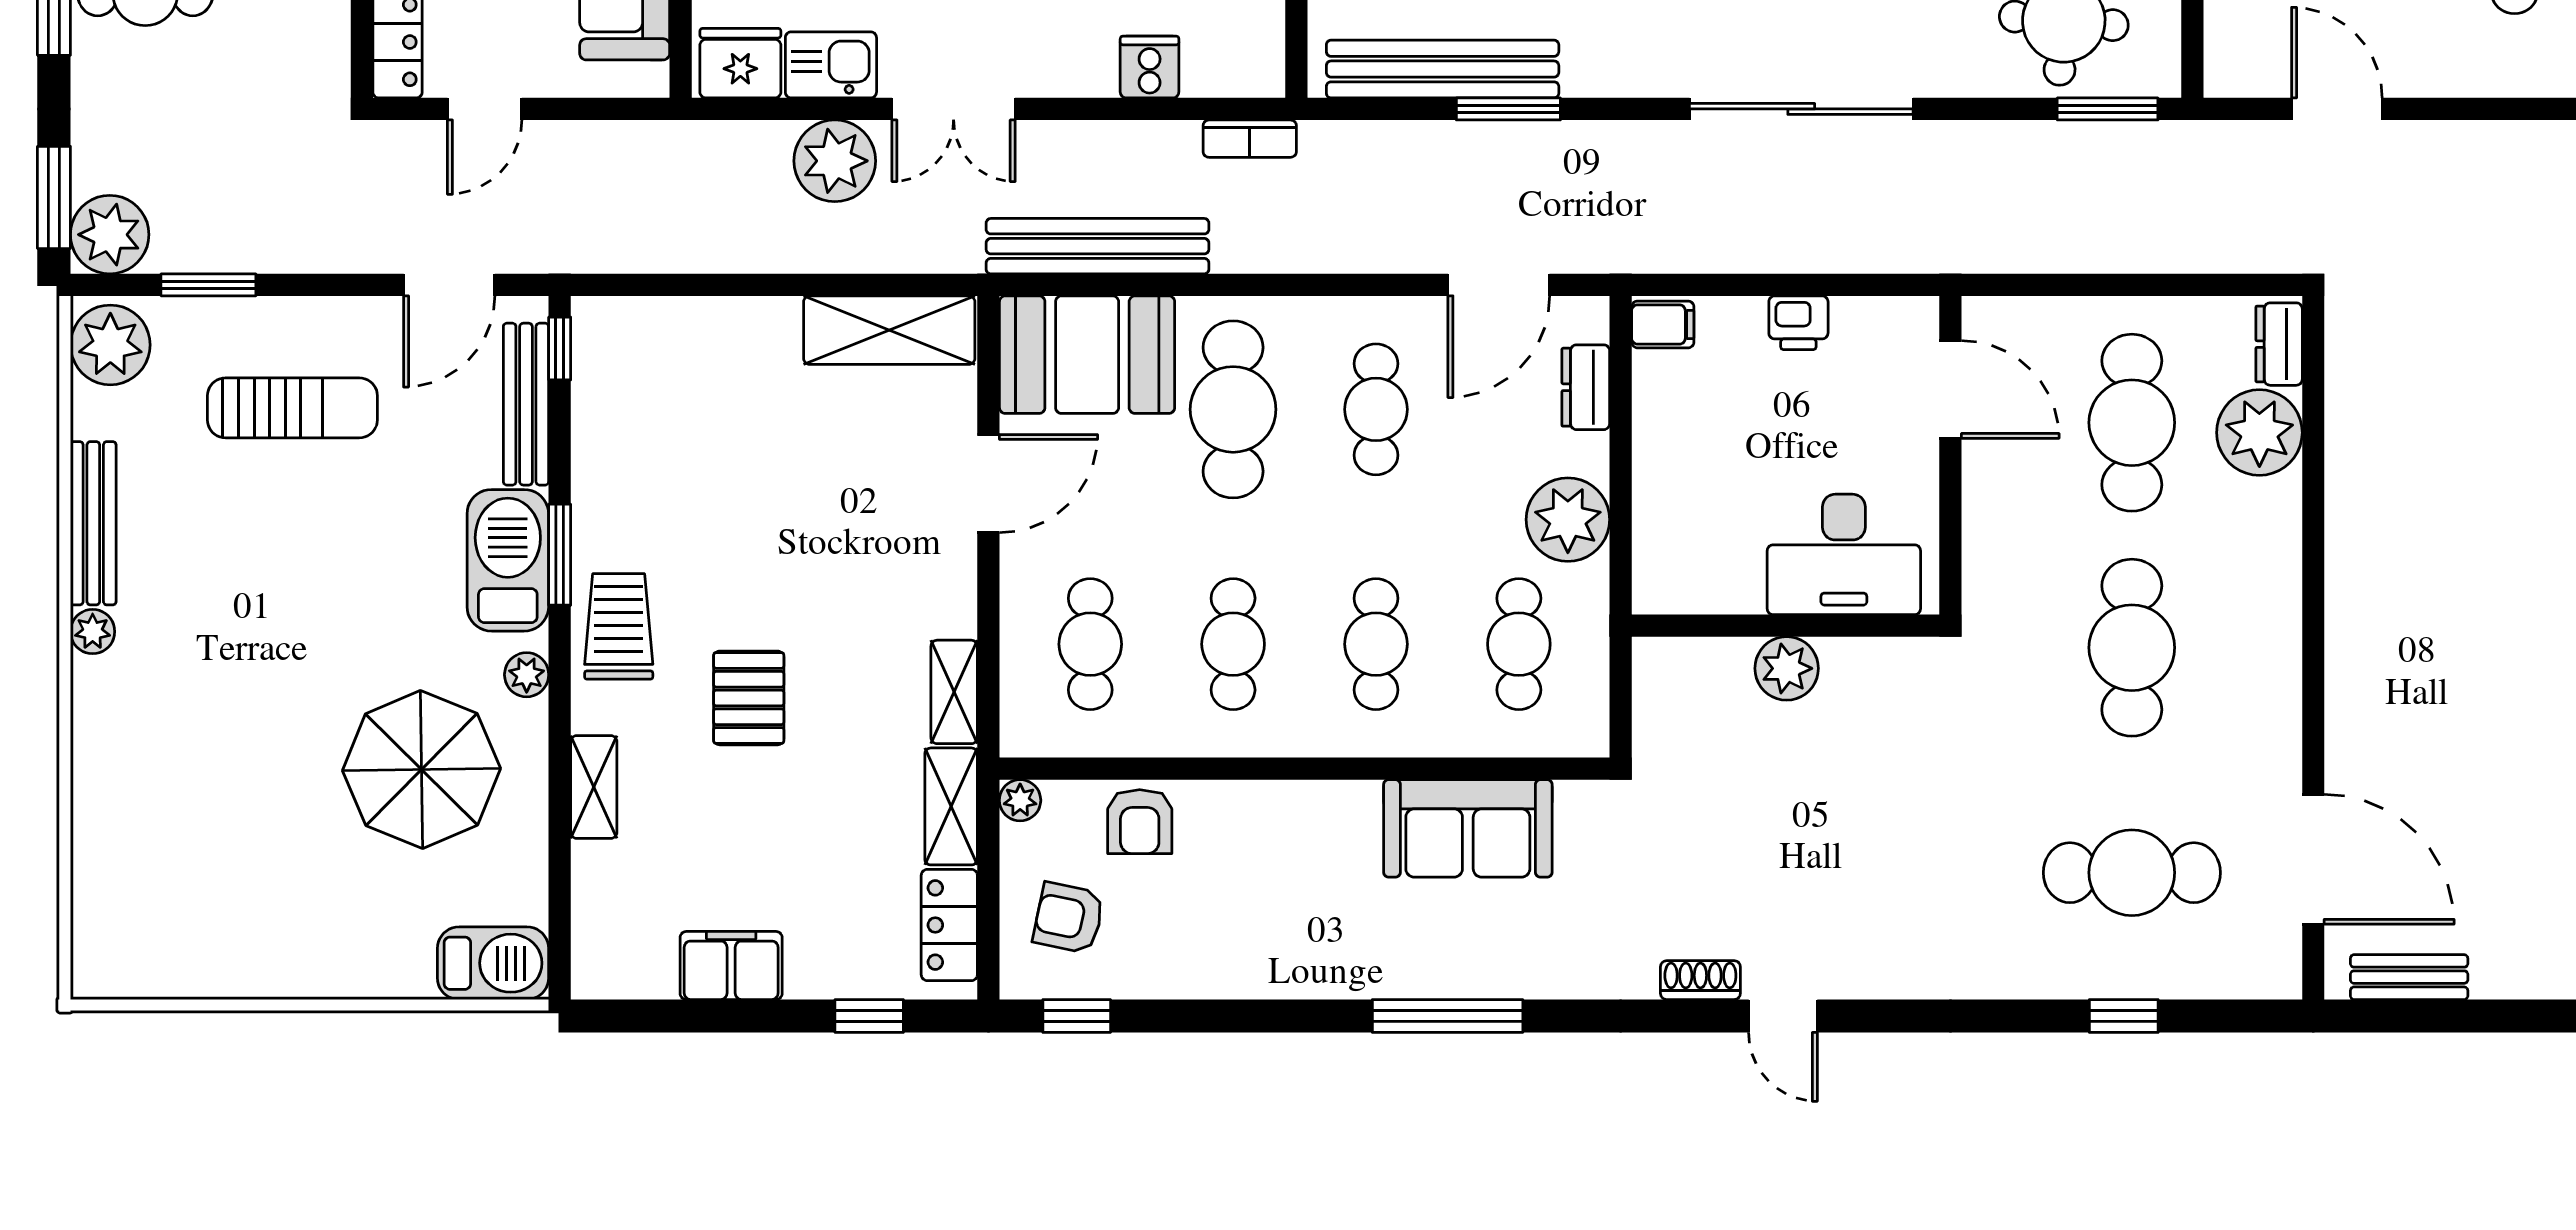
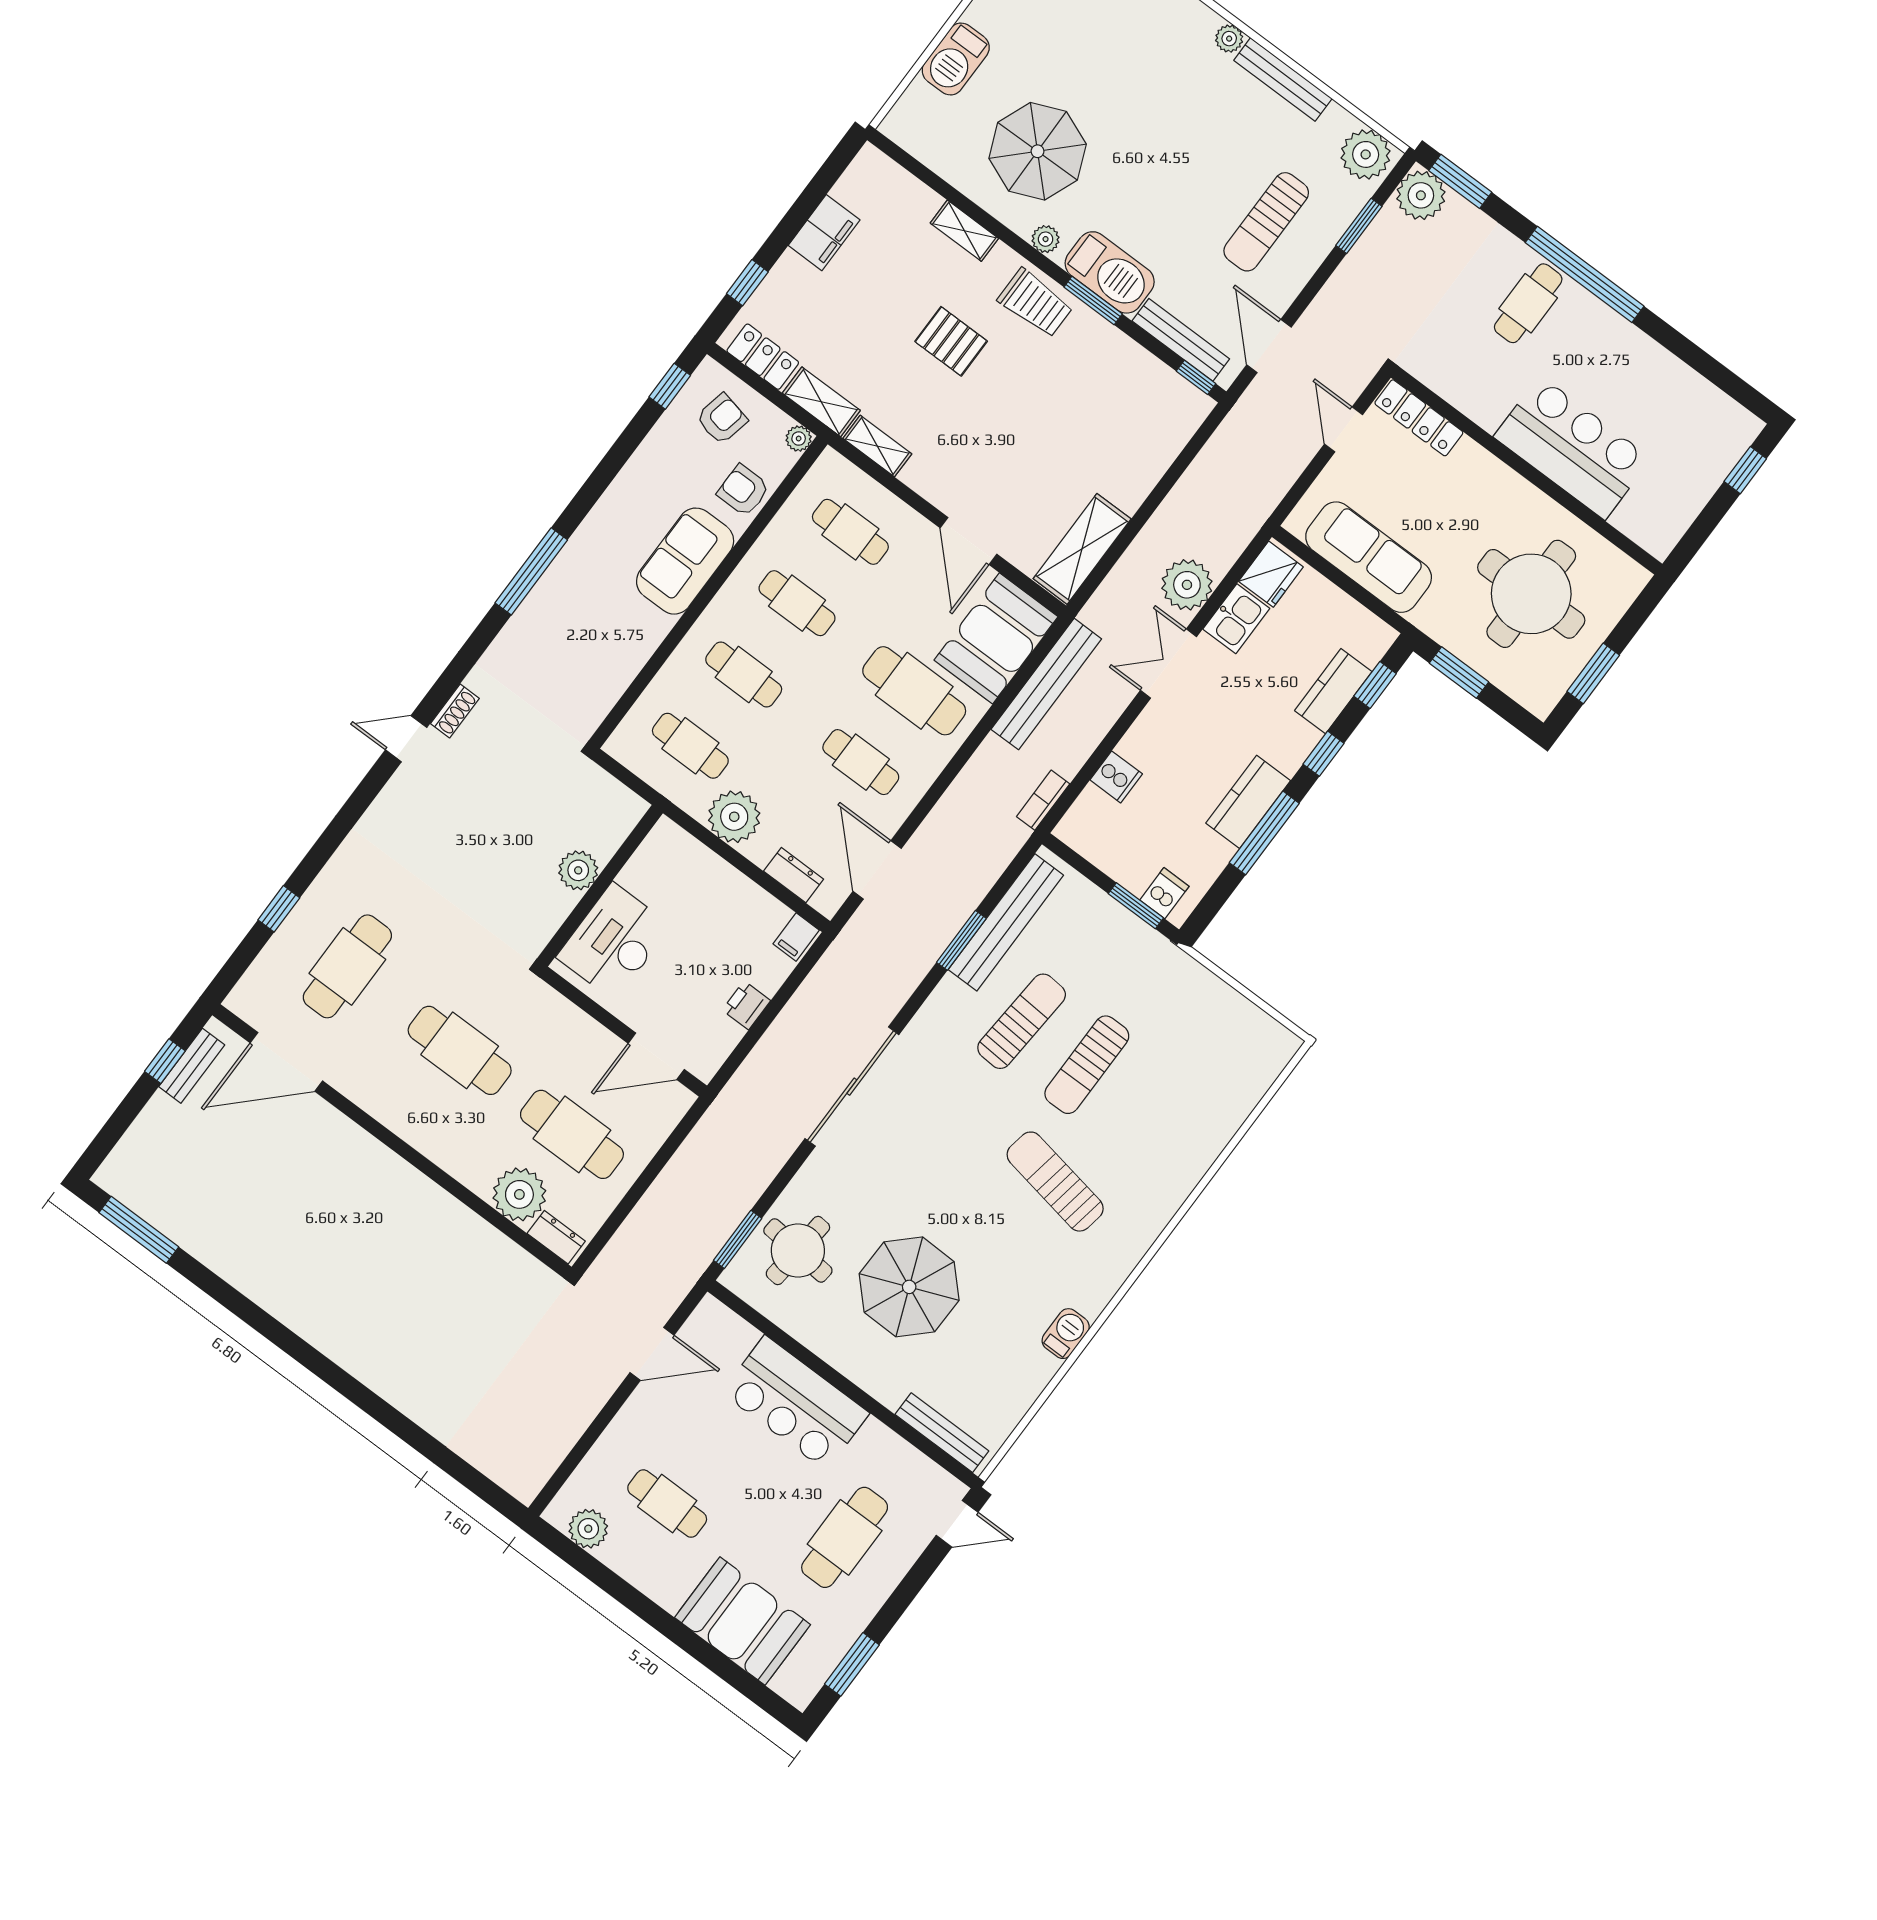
sofa: (1468, 828) -> (685, 561), moved
barbecue: (493, 963) -> (956, 59), moved
window: (2429, 1016) -> (165, 1061), added

